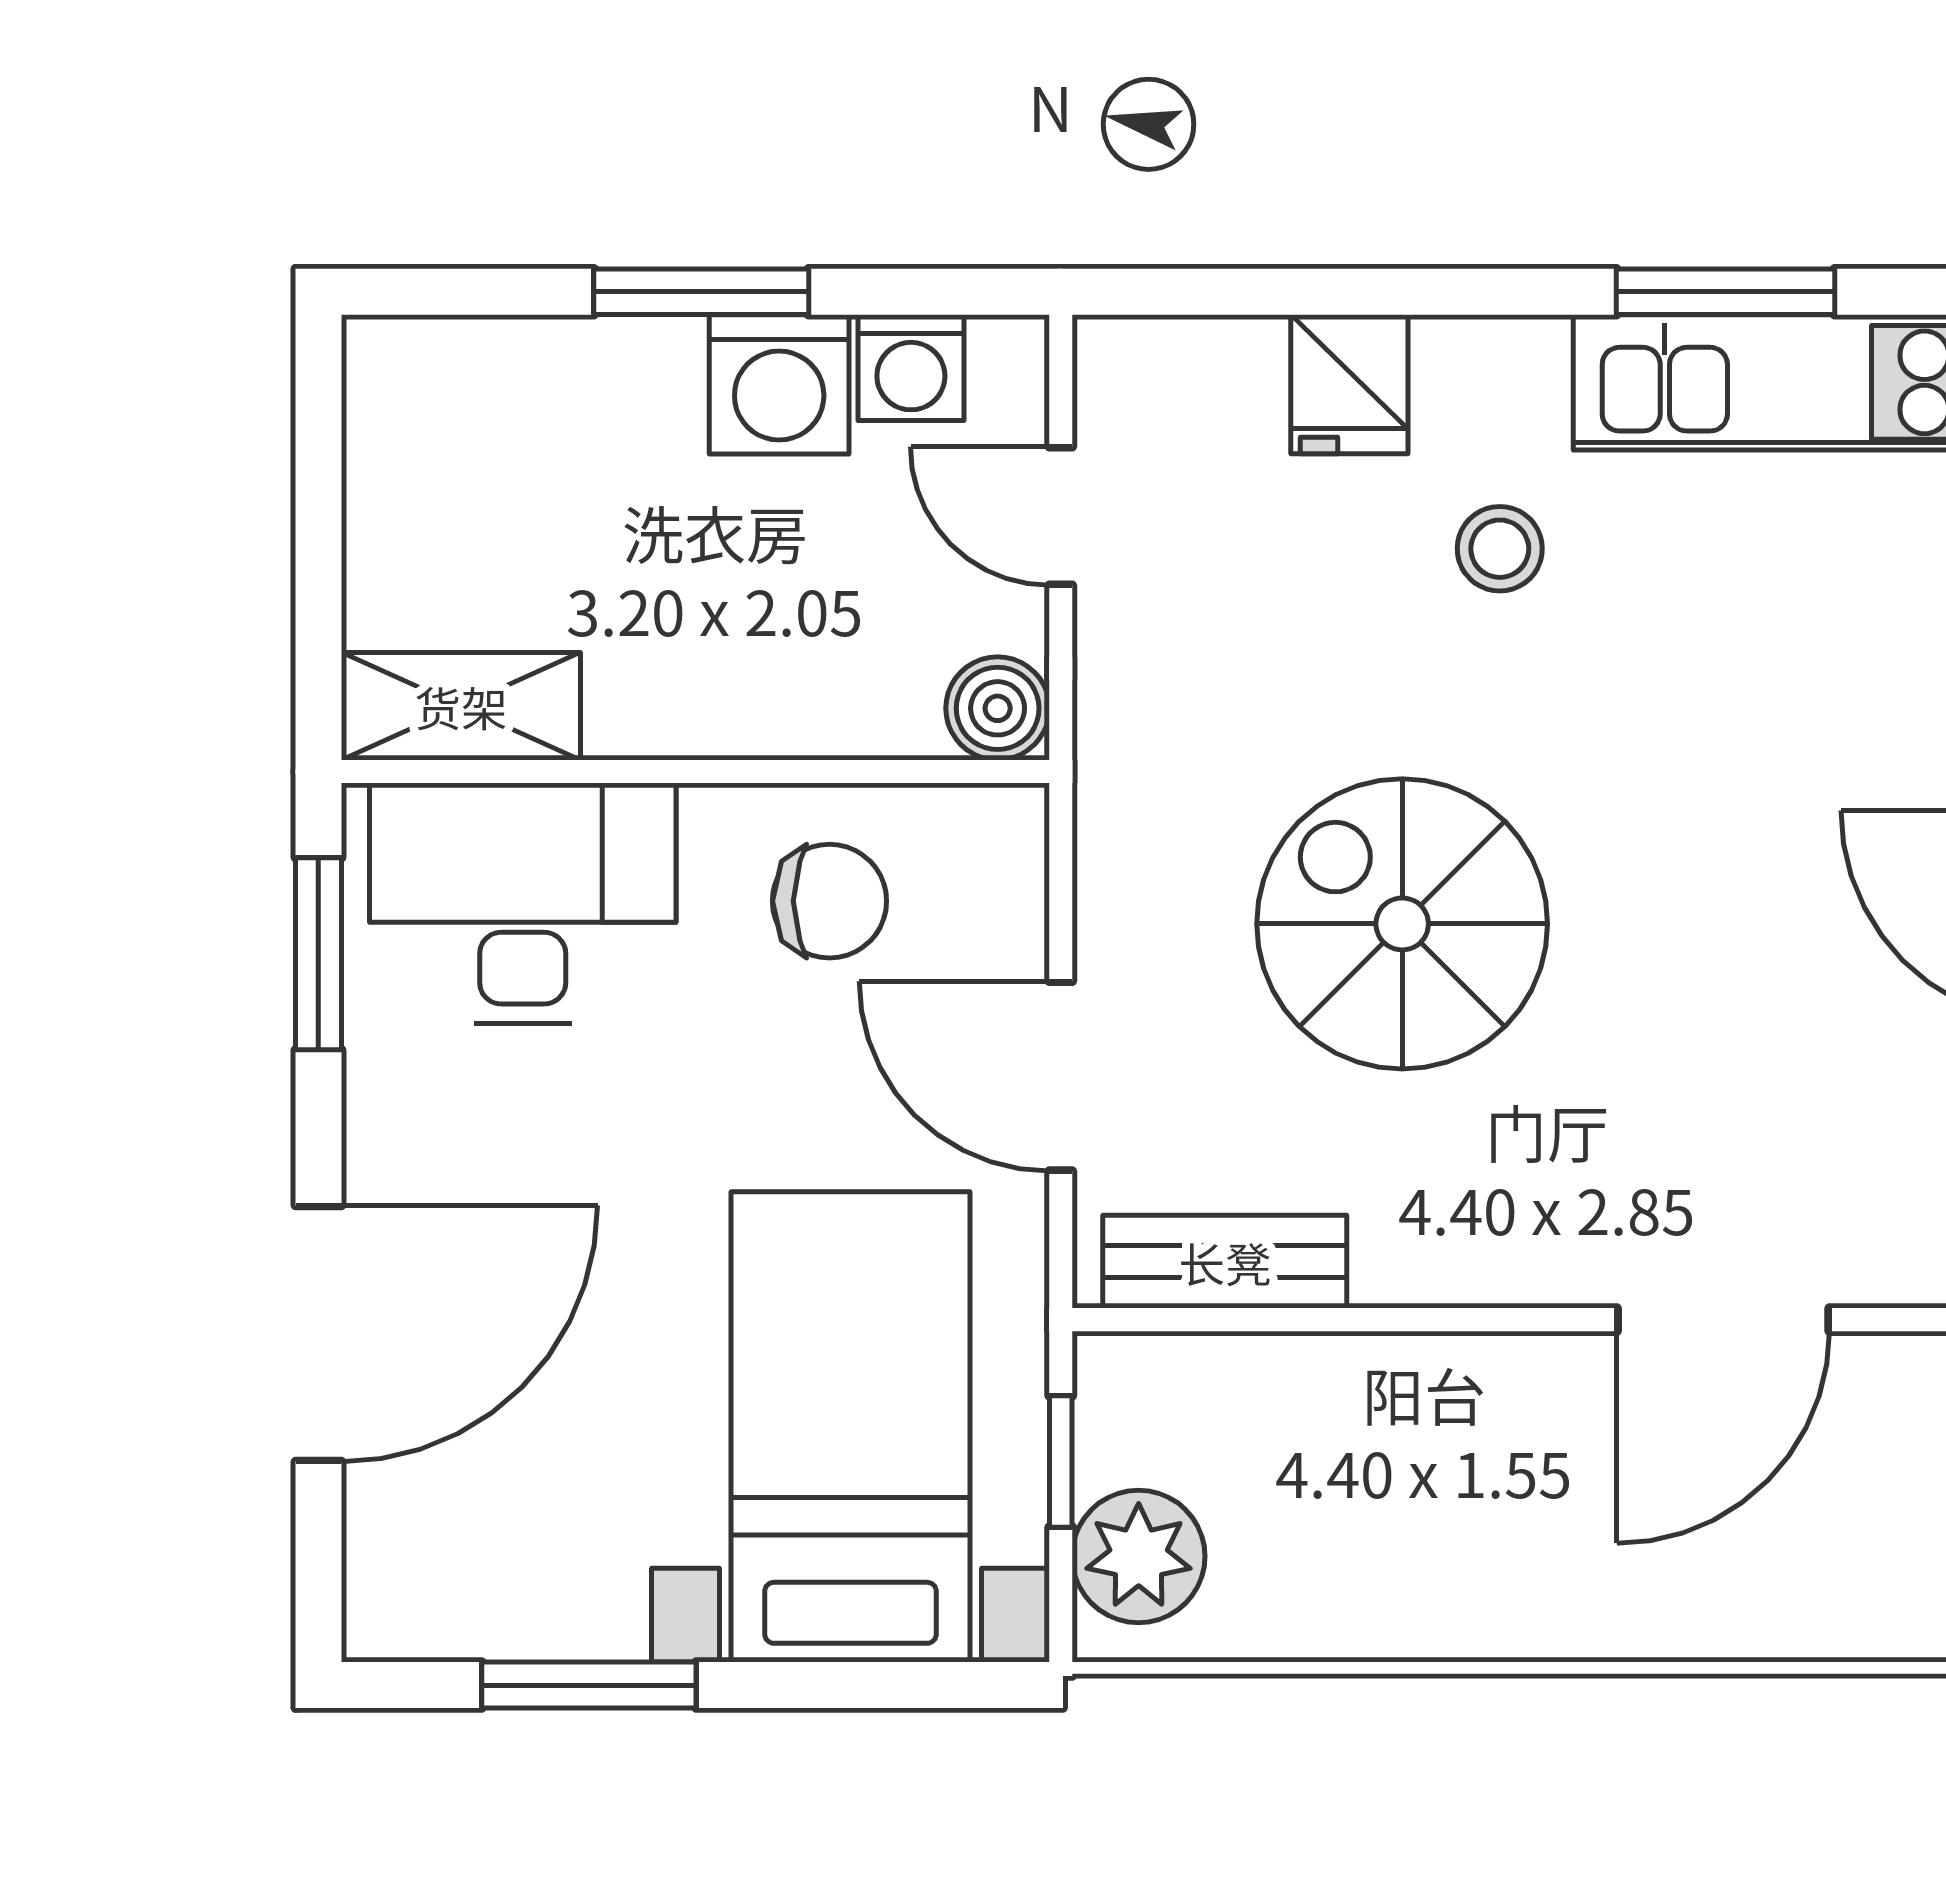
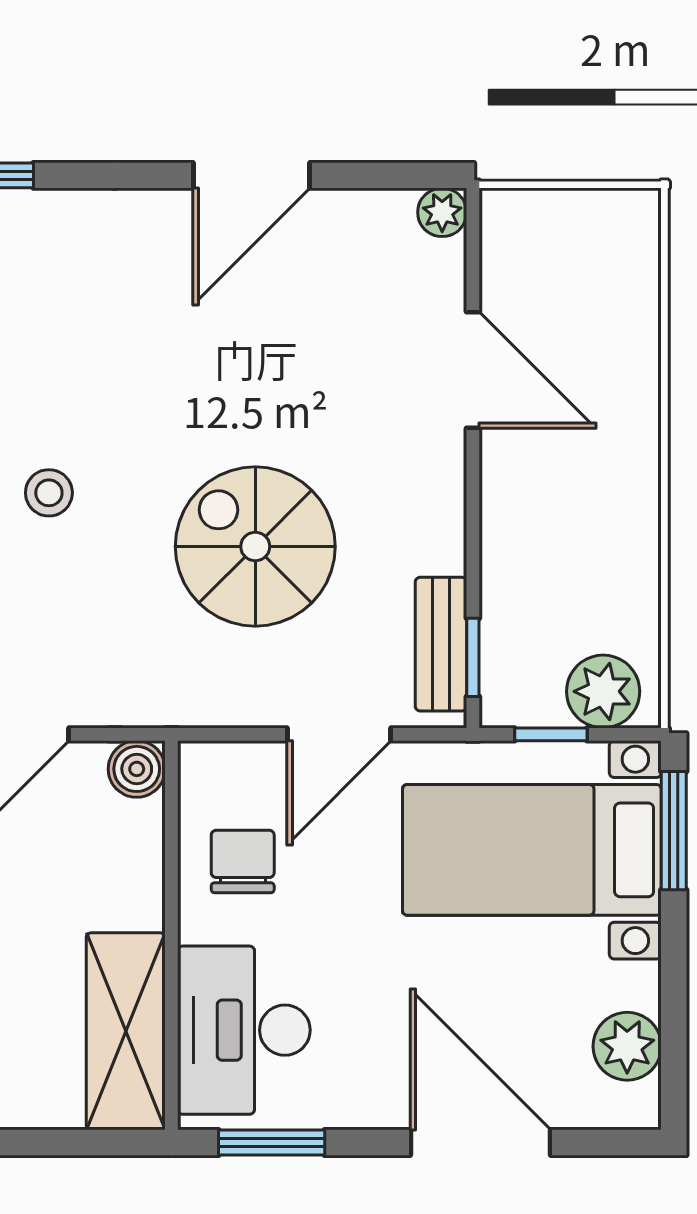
shelving: (461, 706) -> (126, 1031), width x1.50, depth x1.33
spiral stairs: (1402, 924) -> (255, 547), turned 90
window: (1201, 1320) -> (473, 657), added
plant: (493, 1600) -> (627, 1046), added
window: (589, 1685) -> (674, 831), moved

